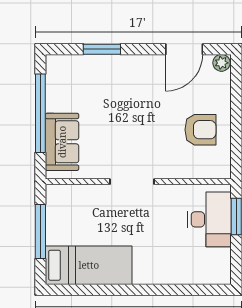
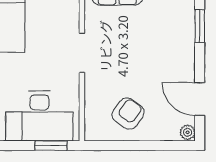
armchair: (200, 130) -> (128, 114), turned -144
desk: (210, 219) -> (39, 116), width x1.36, depth x1.30

